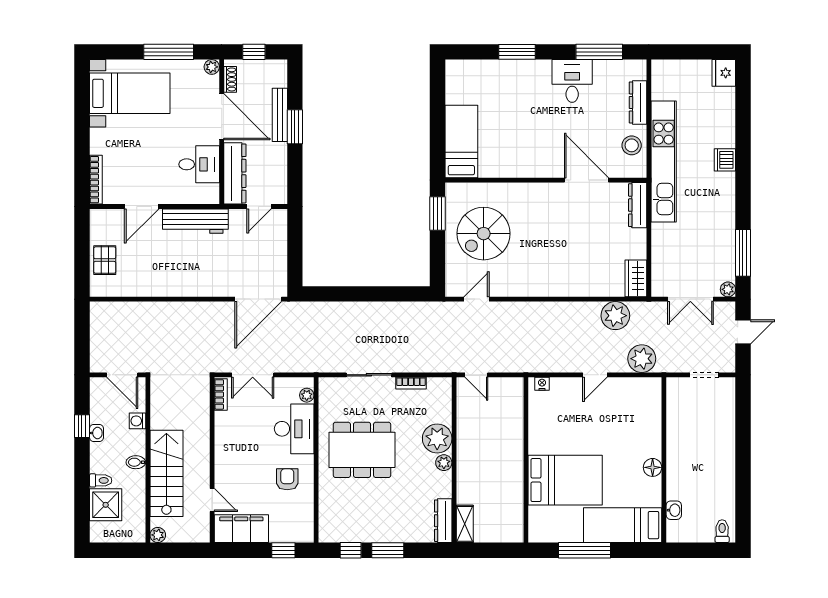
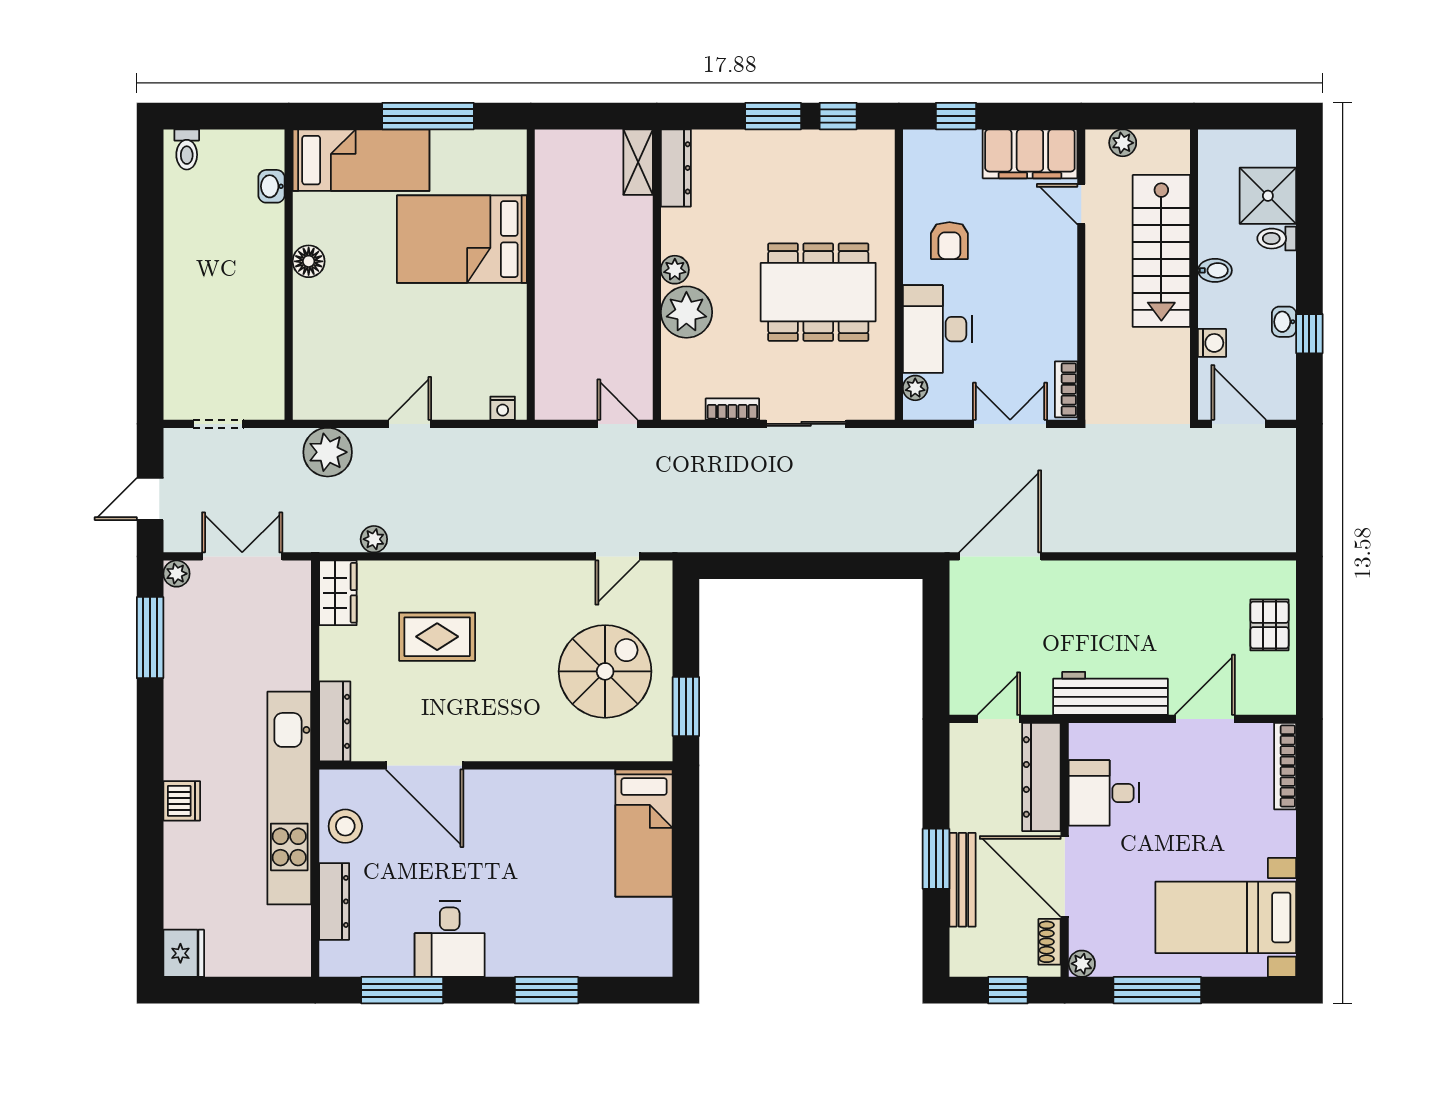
rug: (579, 253) -> (437, 637), added
plant: (615, 316) -> (374, 539), width x0.53, depth x0.53
plant: (158, 535) -> (1123, 143), moved

